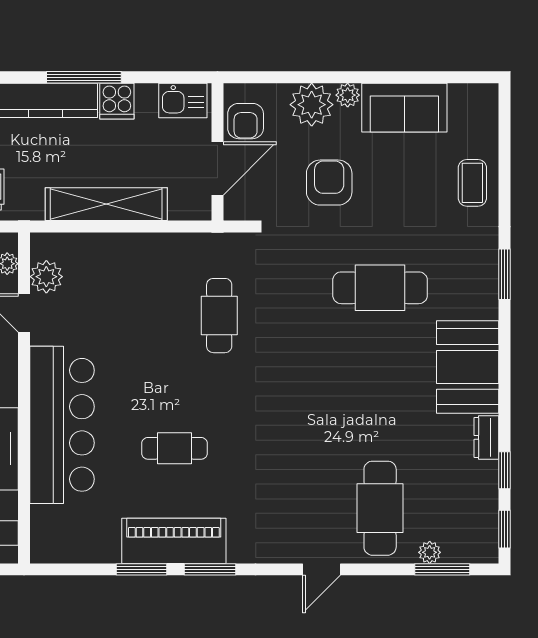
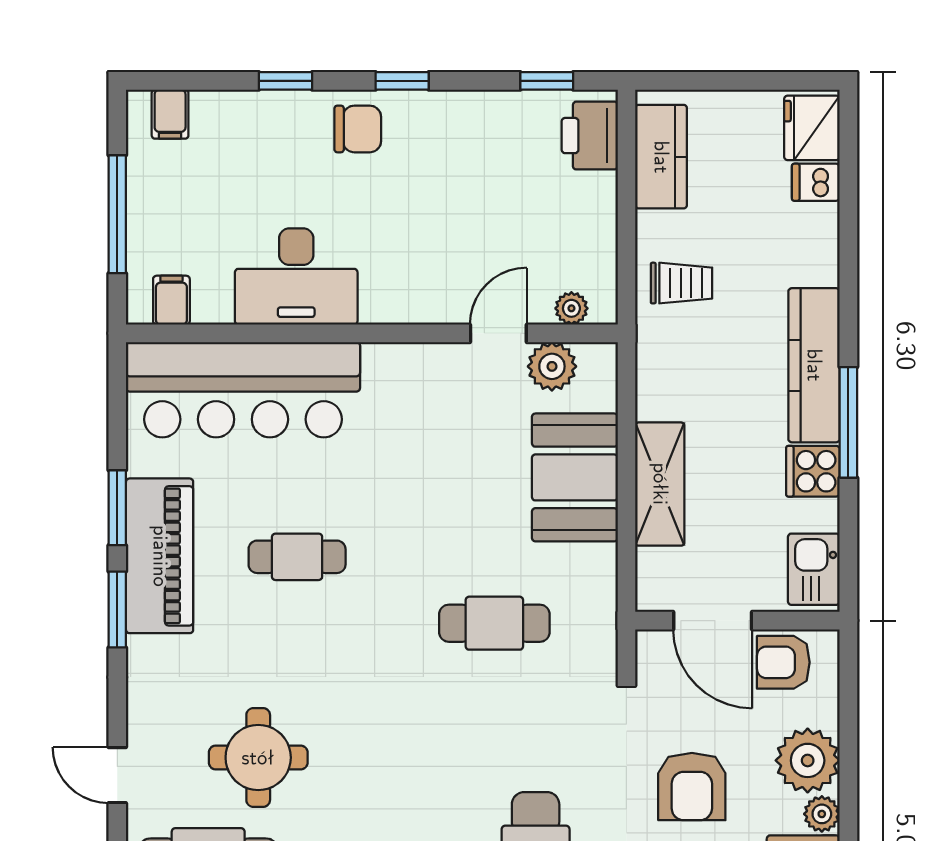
armchair: (329, 183) -> (692, 787), turned 90
shelving: (106, 204) -> (660, 484), width x0.68
booth: (121, 261) -> (575, 477), added
bar counter: (62, 425) -> (243, 390), moved
cafe table: (175, 448) -> (297, 557), turned 90
round table: (310, 474) -> (258, 758), added

